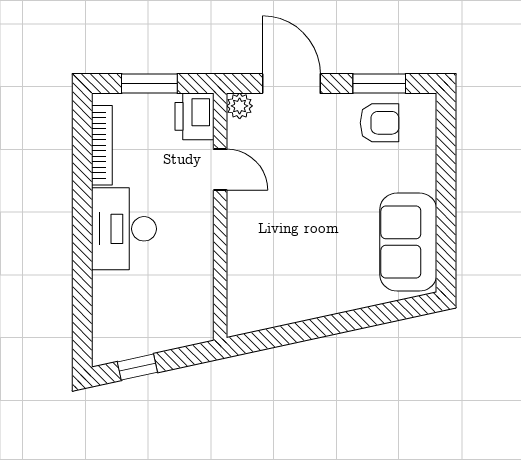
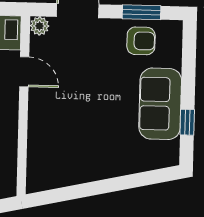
window: (446, 233) -> (187, 122), added
sofa: (408, 242) -> (160, 104), moved

